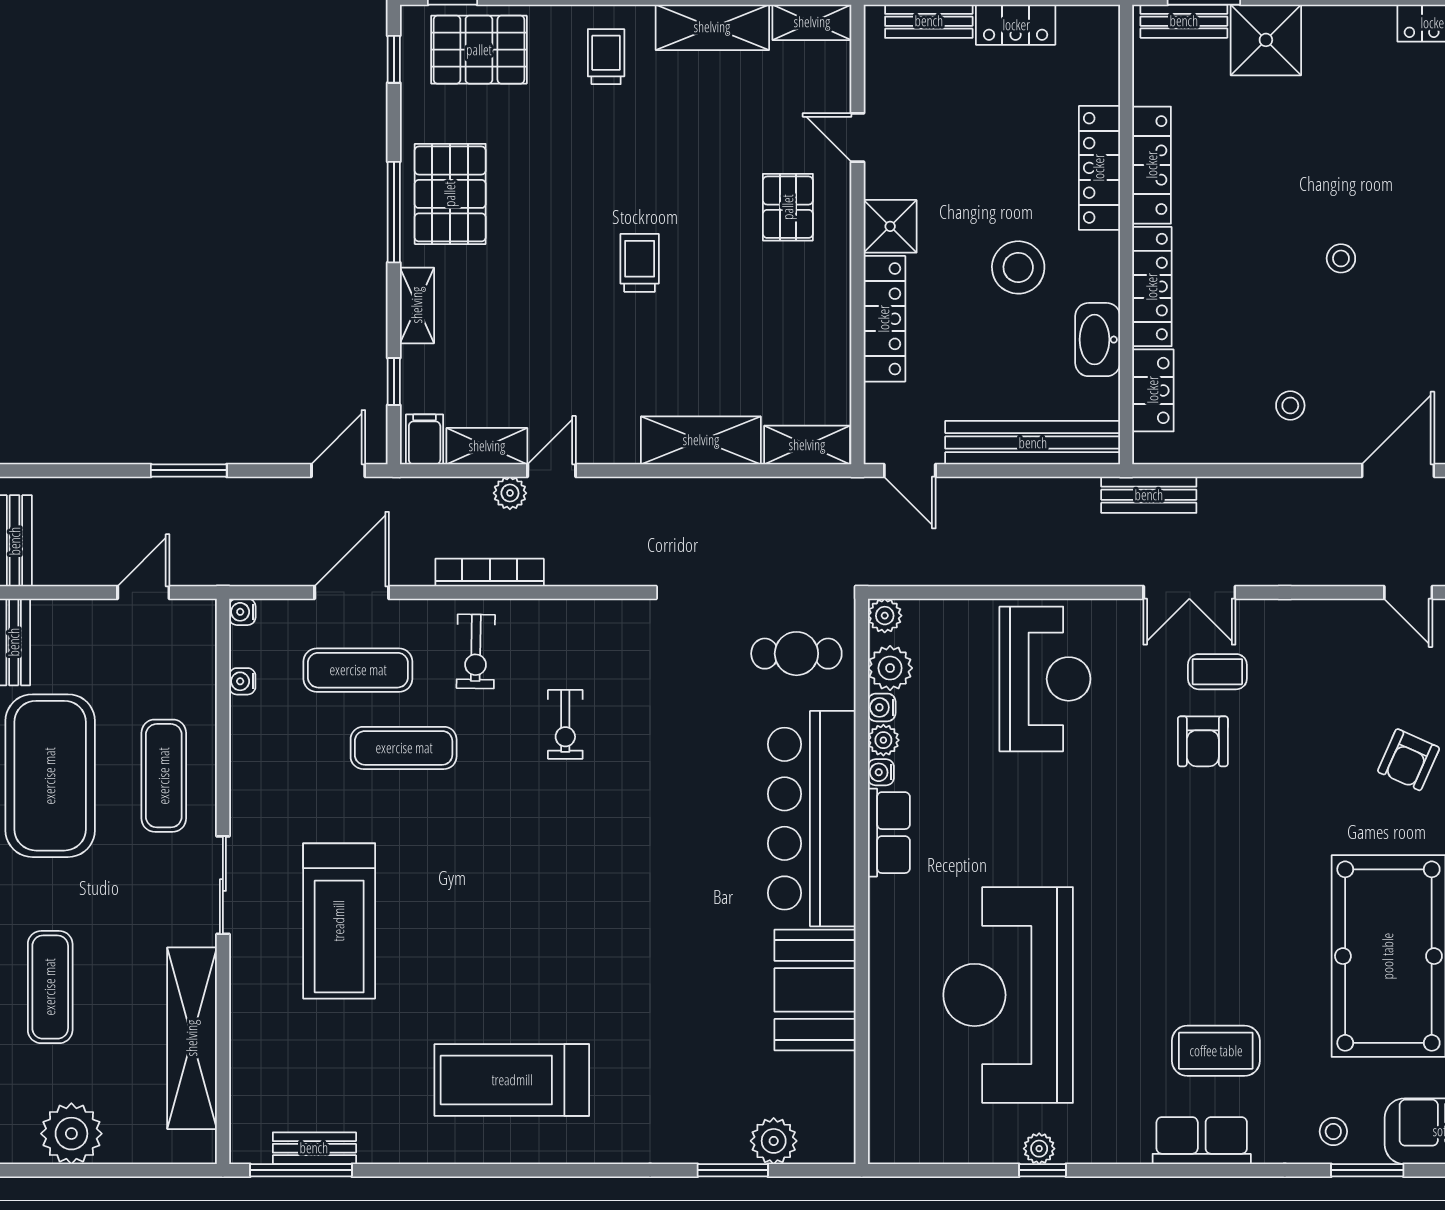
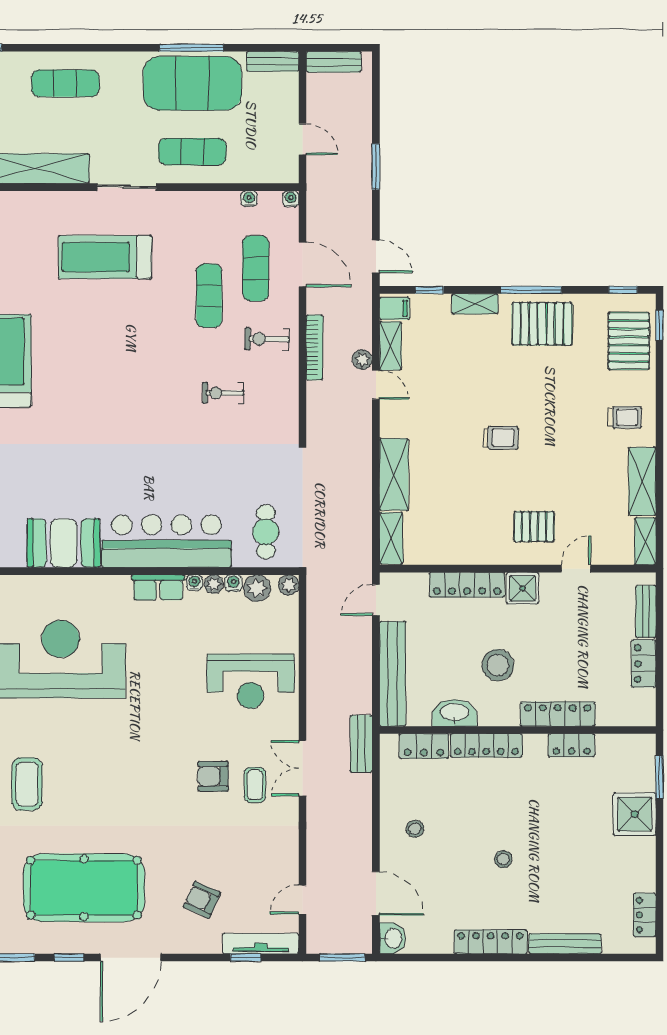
bench: (1184, 21) -> (646, 765), removed
locker: (1152, 165) -> (572, 745), width x0.66

